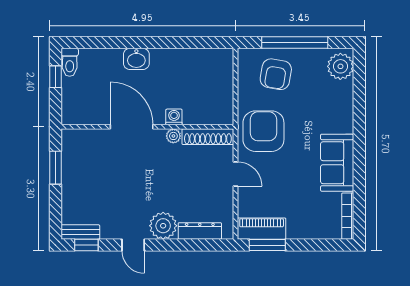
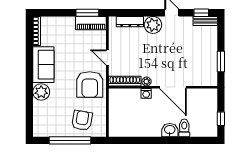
toilet: (70, 62) -> (184, 128), moved
plant: (340, 66) -> (41, 92), moved

